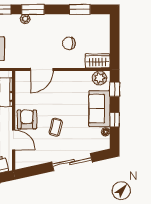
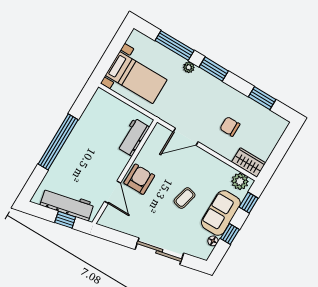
plant: (25, 19) -> (189, 67), moved
coffee table: (56, 127) -> (184, 198), moved

